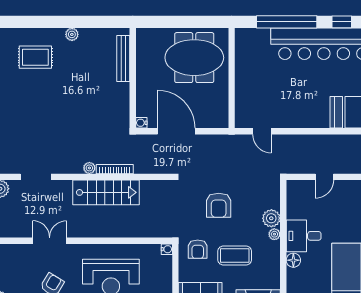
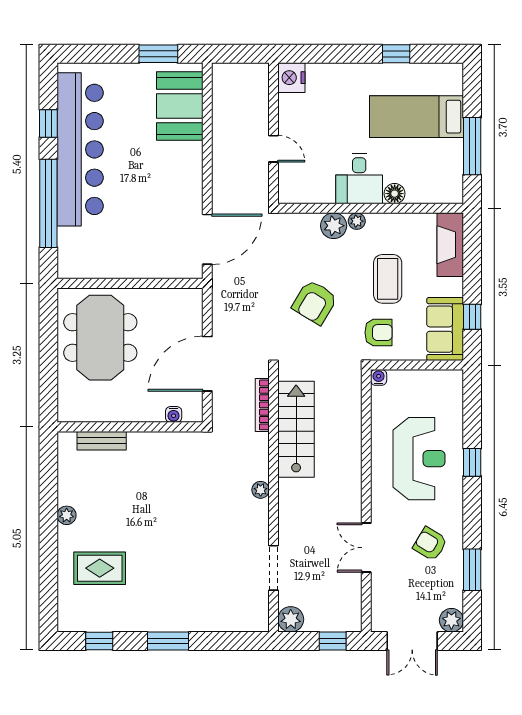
rug: (35, 57) -> (100, 568), turned 90
bench: (123, 59) -> (102, 441), width x0.73
water cooler: (141, 123) -> (174, 414), moved
door: (262, 131) -> (207, 239), width x1.87
bookcase: (115, 169) -> (262, 405), moved
stairs: (106, 192) -> (296, 429), moved
armchair: (219, 205) -> (315, 302), turned 121

